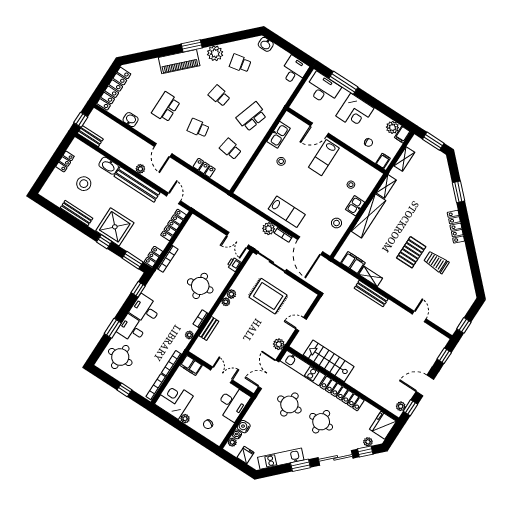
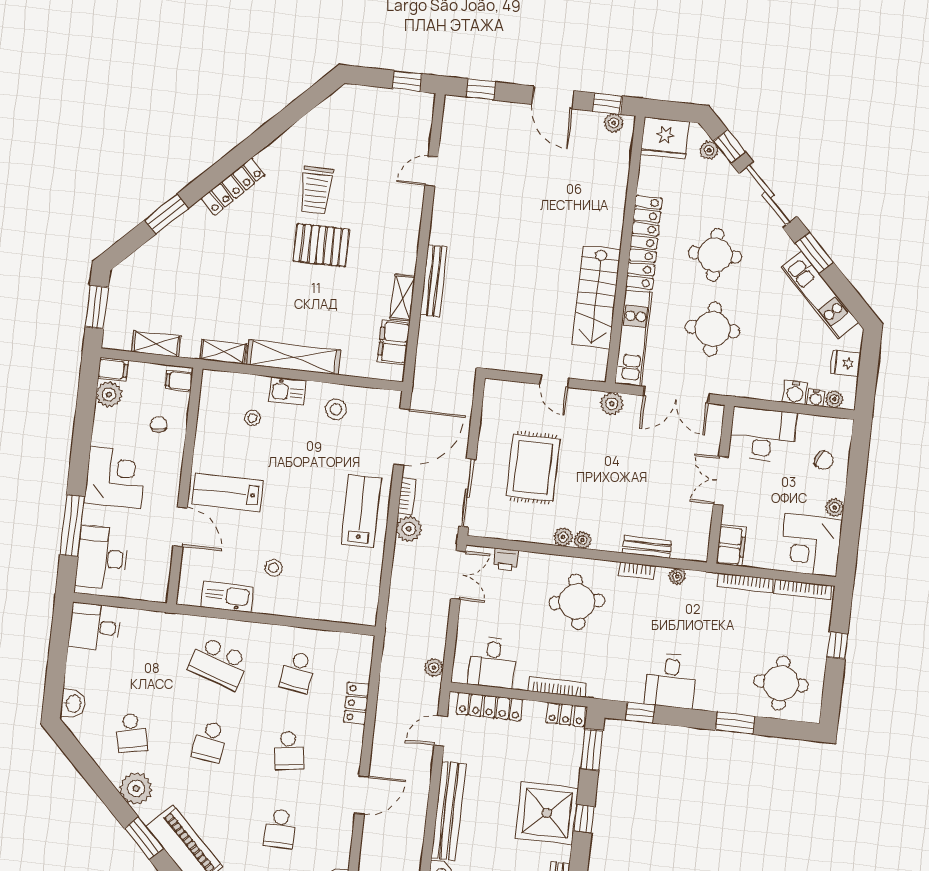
school desk: (166, 107) -> (280, 829), width x0.54
lab bench: (324, 158) -> (228, 493), turned 180
plant: (140, 169) -> (434, 668), moved
desk: (132, 329) -> (493, 663), moved

